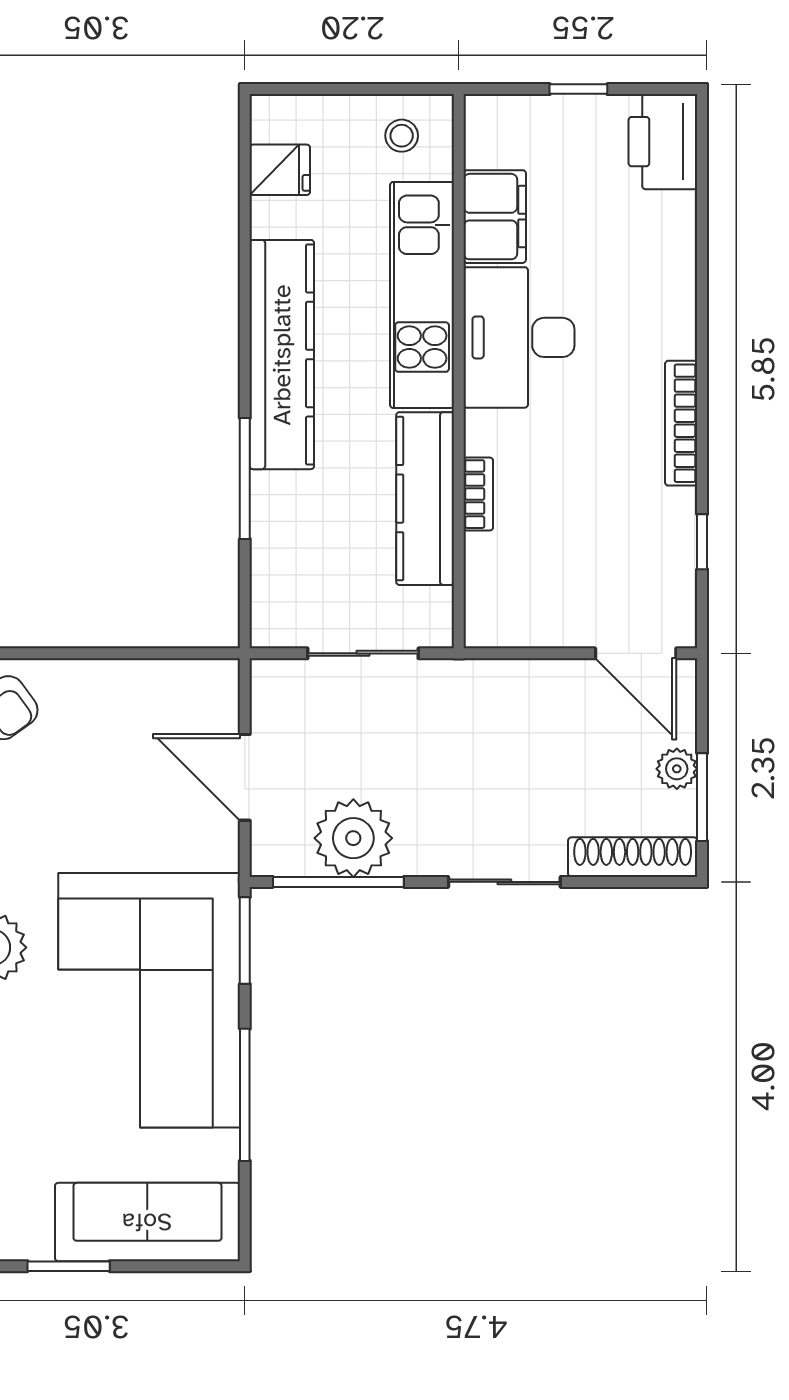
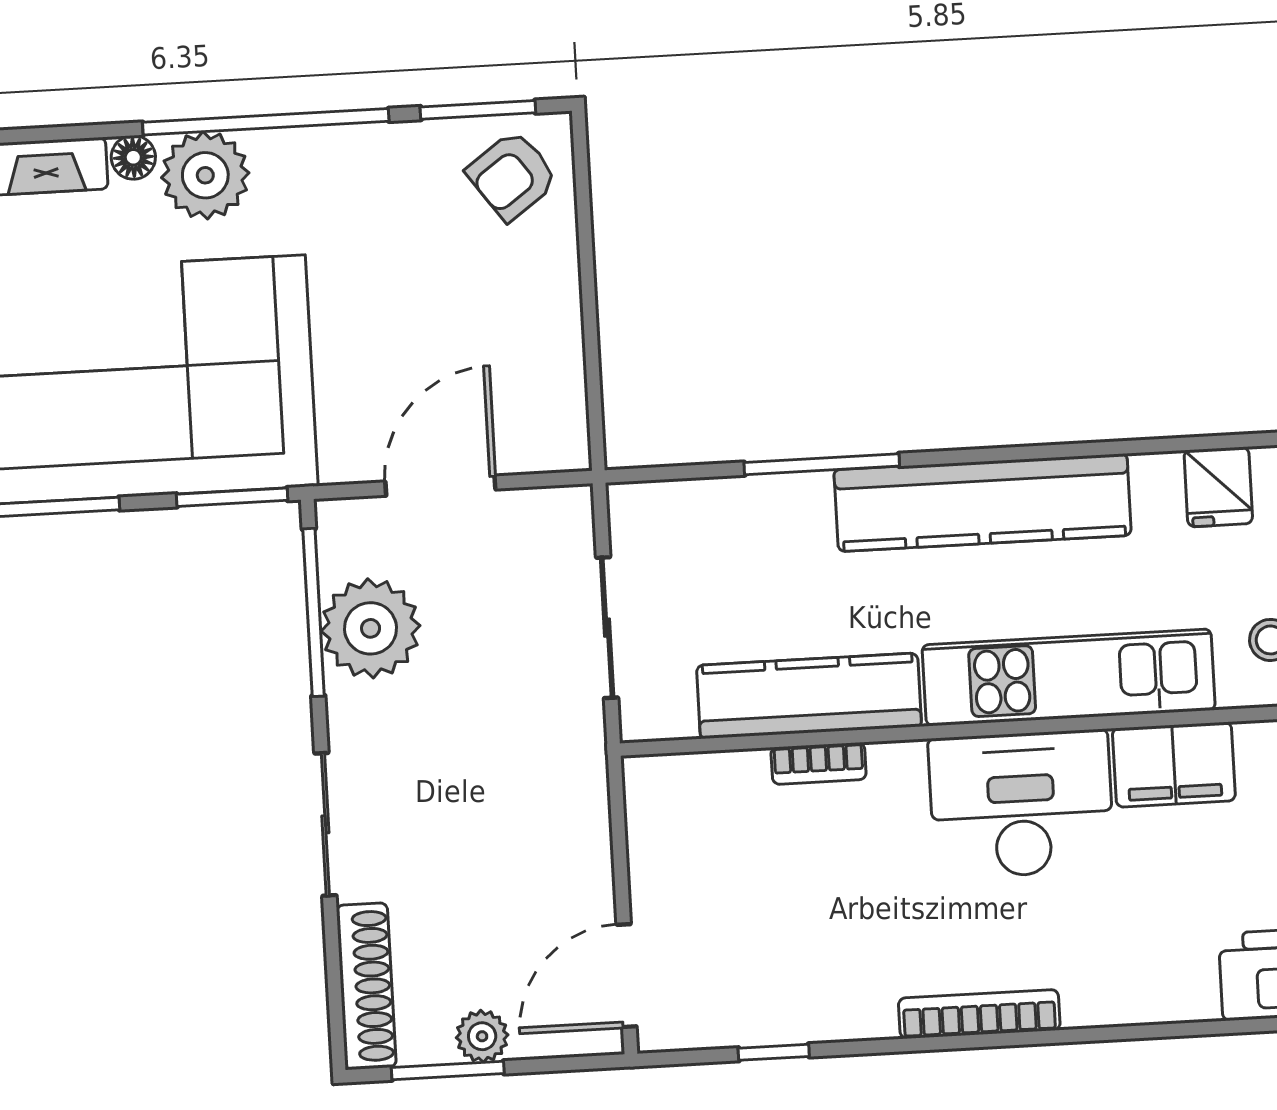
bookcase: (681, 423) -> (979, 1014), moved

